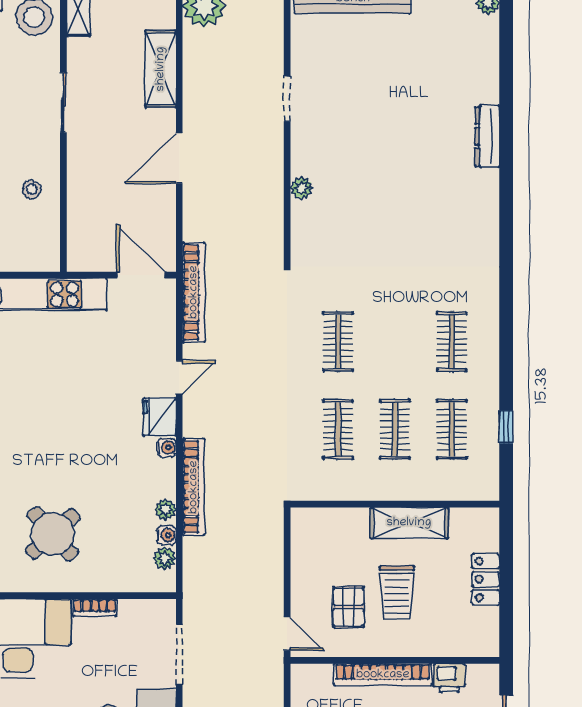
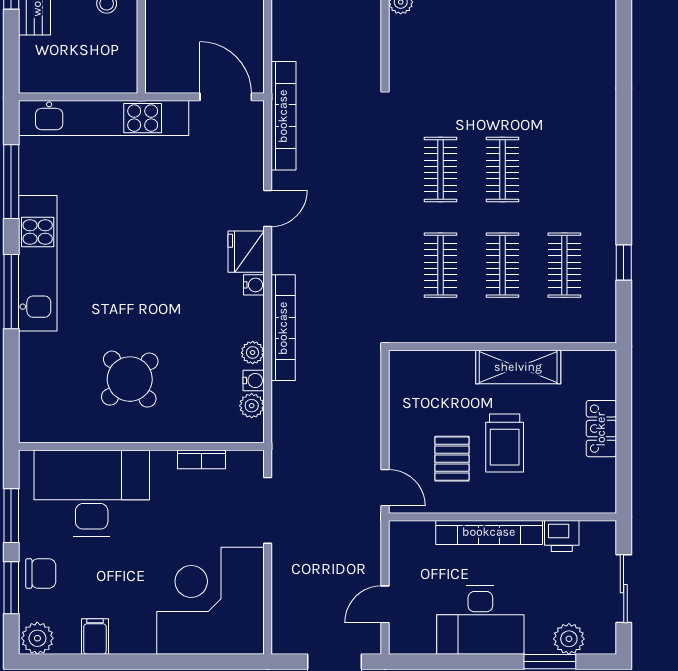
clothes rail: (452, 342) -> (502, 169), moved
bookcase: (95, 608) -> (202, 459), moved

